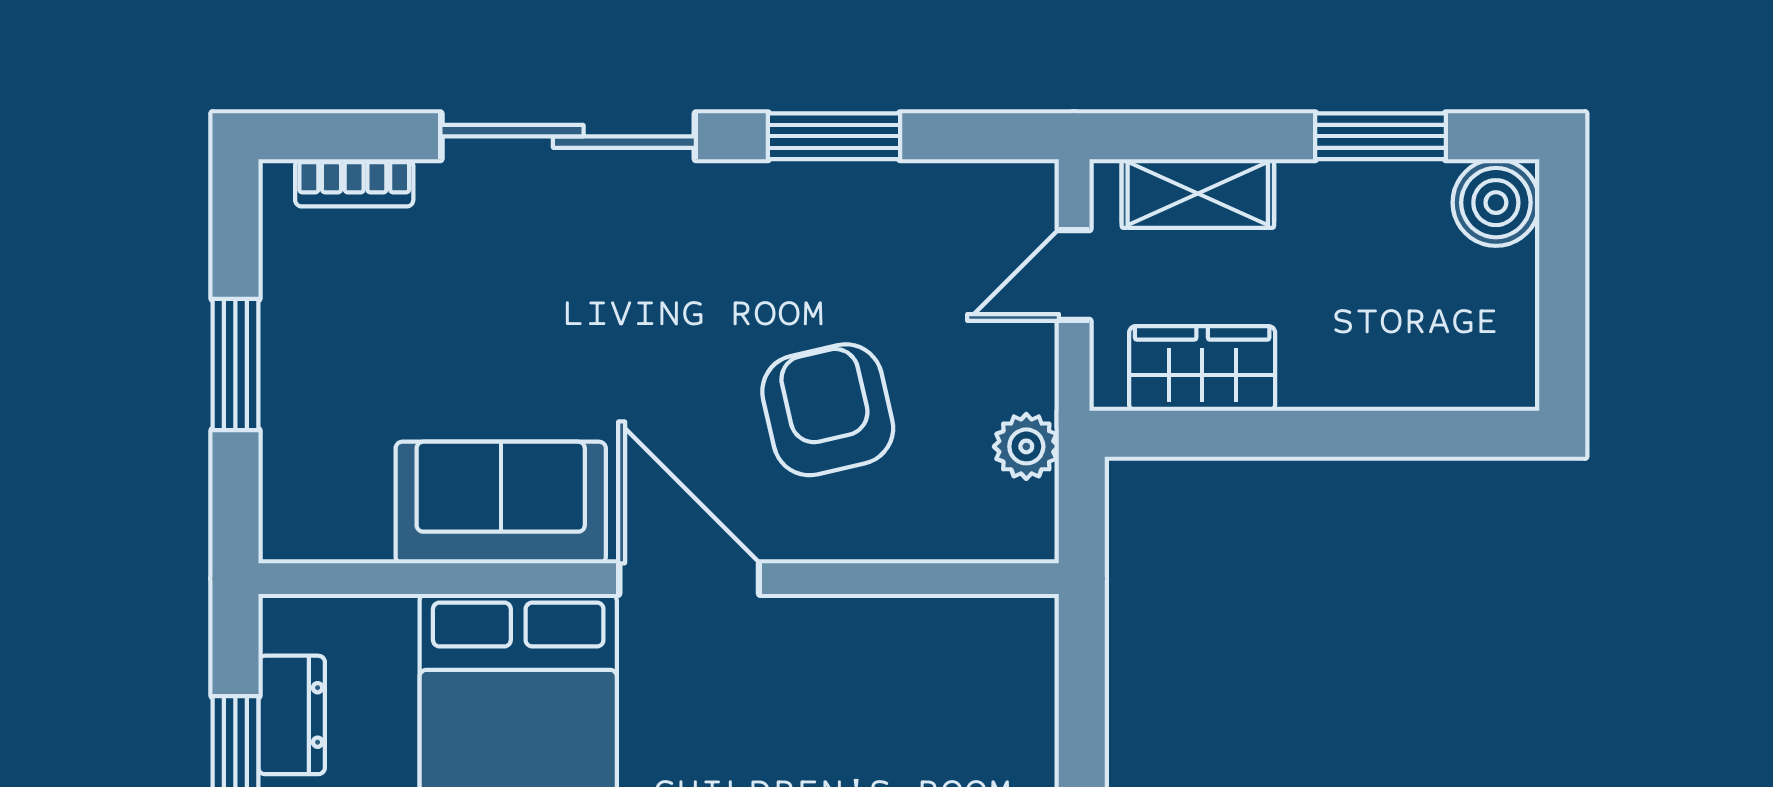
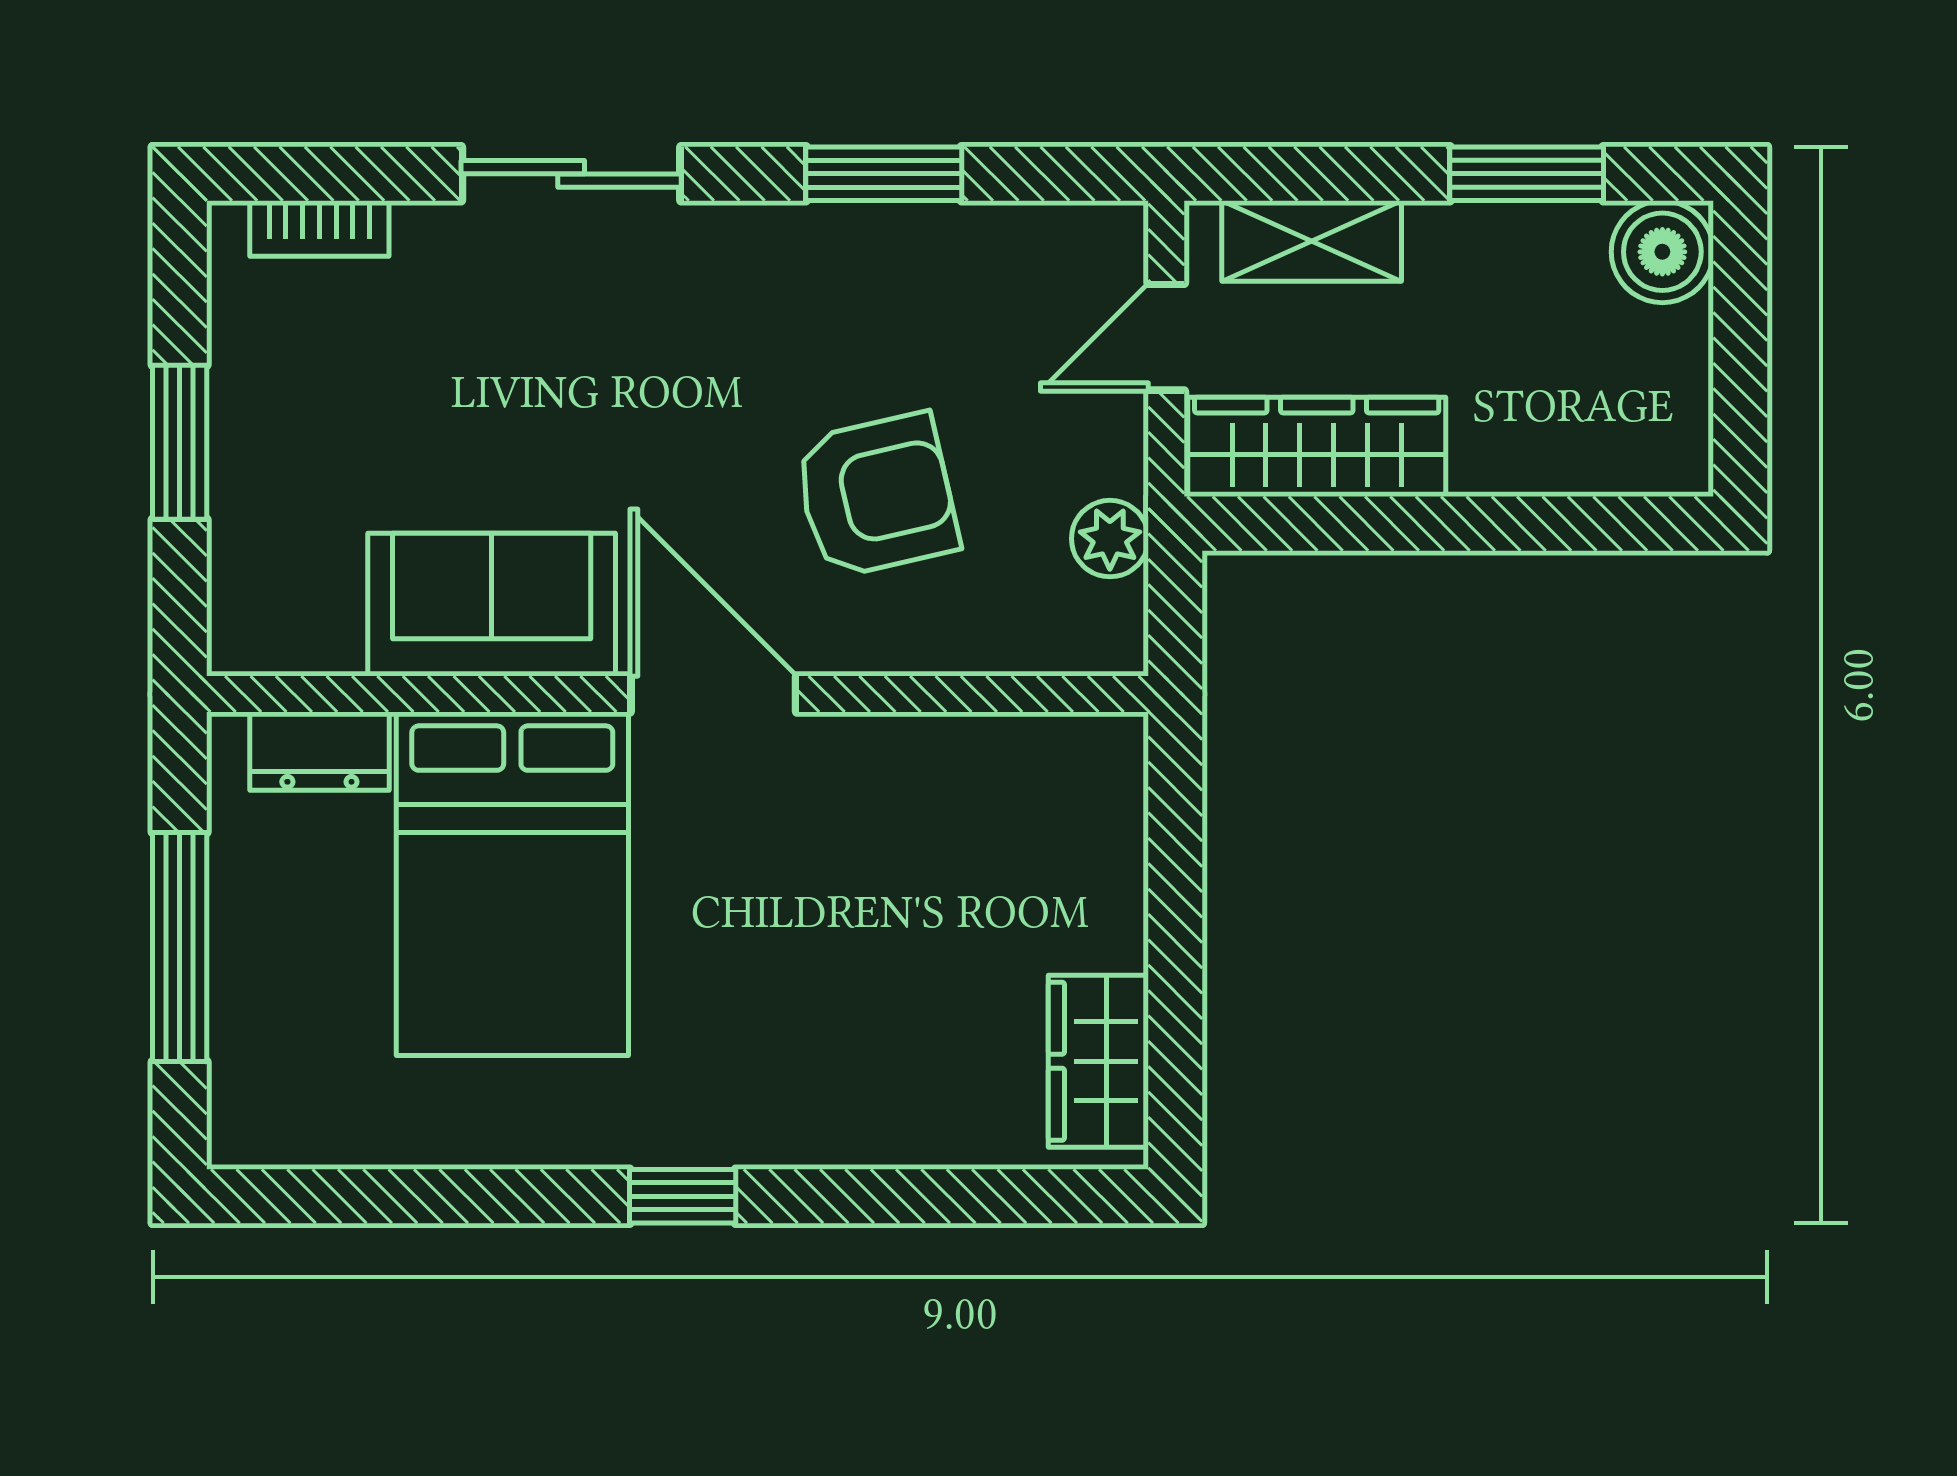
sliding door: (568, 136) -> (571, 174), width x0.73
wardrobe: (1202, 368) -> (1317, 447), width x1.50
armchair: (828, 410) -> (876, 495), turned 90
dresser: (292, 715) -> (319, 751), moved, turned 90

